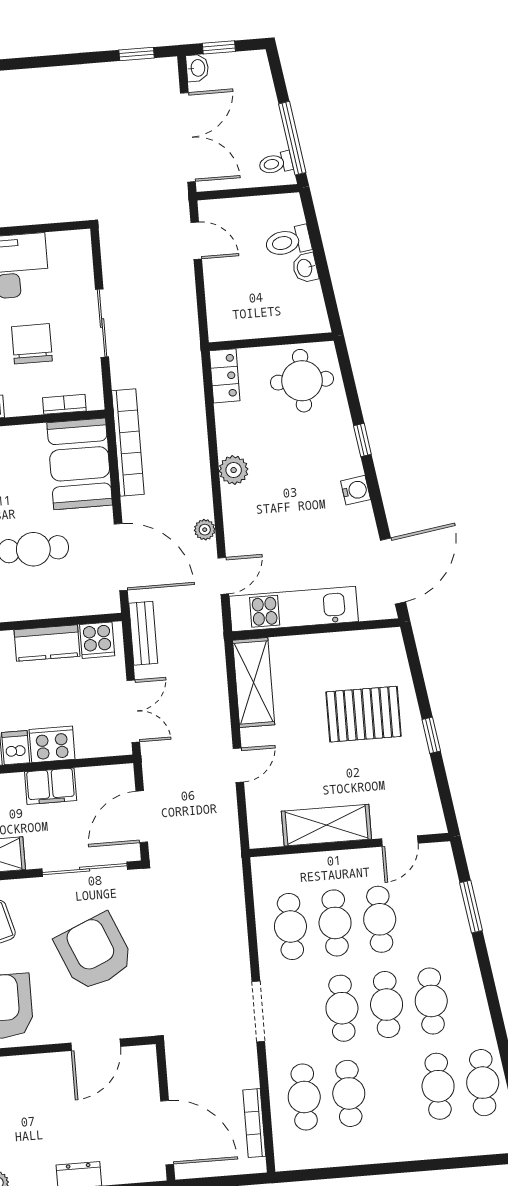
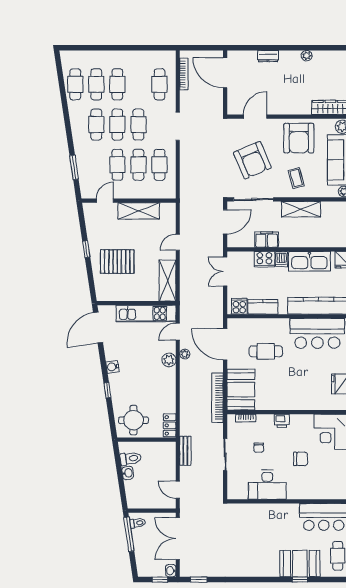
toilet: (288, 242) -> (131, 459), moved
chair: (32, 344) -> (259, 448), width x0.54, depth x0.54
plant: (234, 470) -> (169, 360), moved
bench: (143, 633) -> (185, 451), moved
cafe table: (349, 1093) -> (117, 84), moved

